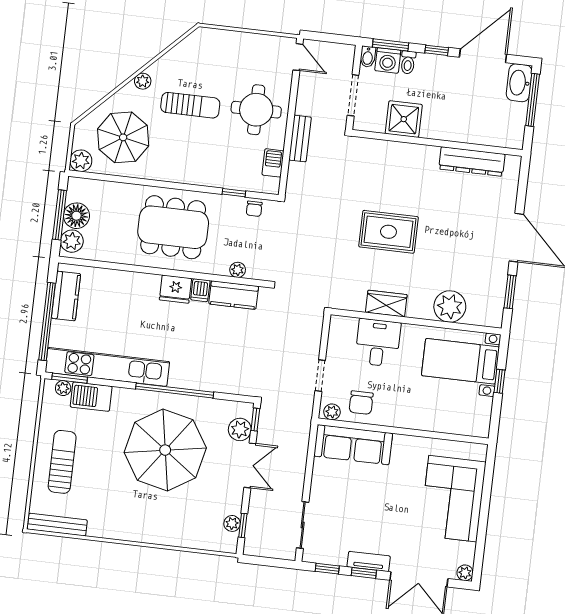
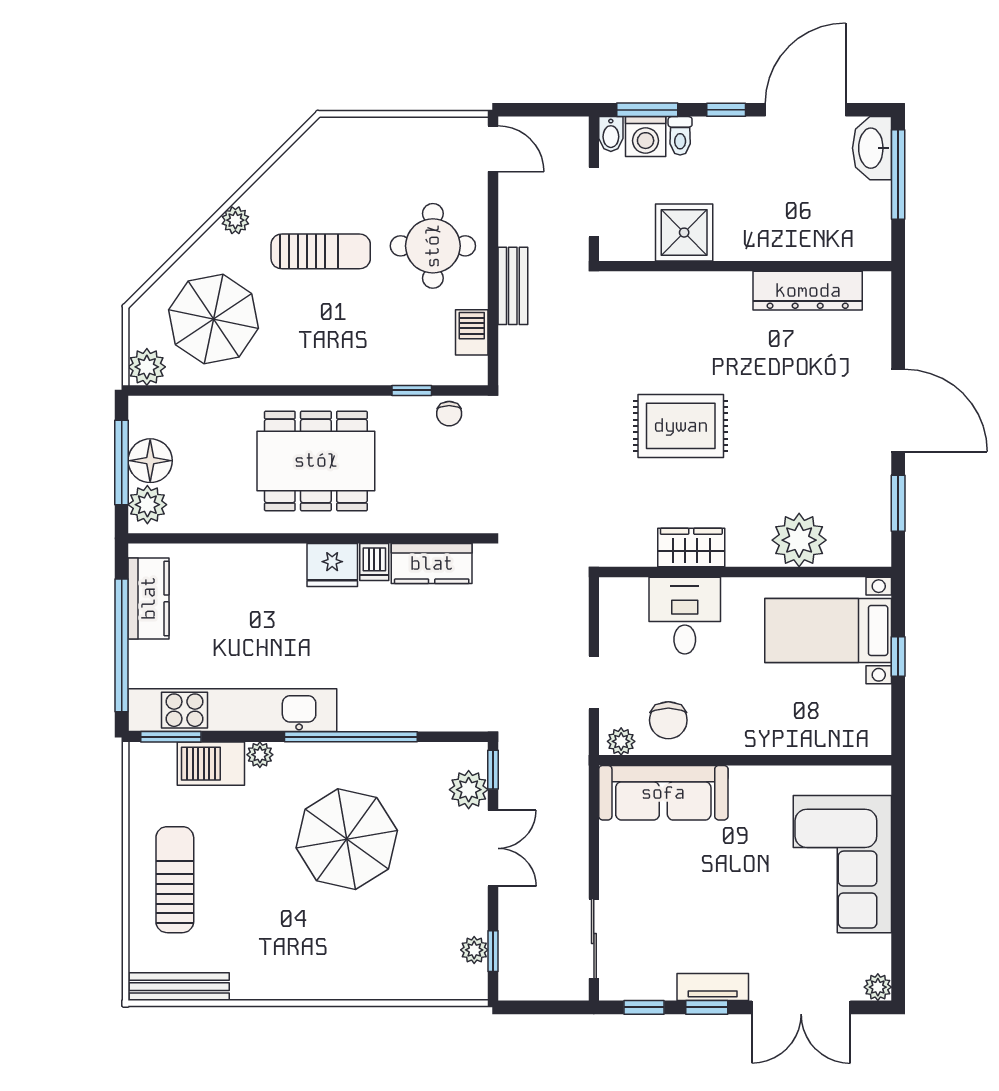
plant: (238, 270) -> (433, 520), removed
plant: (63, 388) -> (260, 755), moved
parasol: (165, 450) -> (347, 839), width x0.73, depth x0.73

